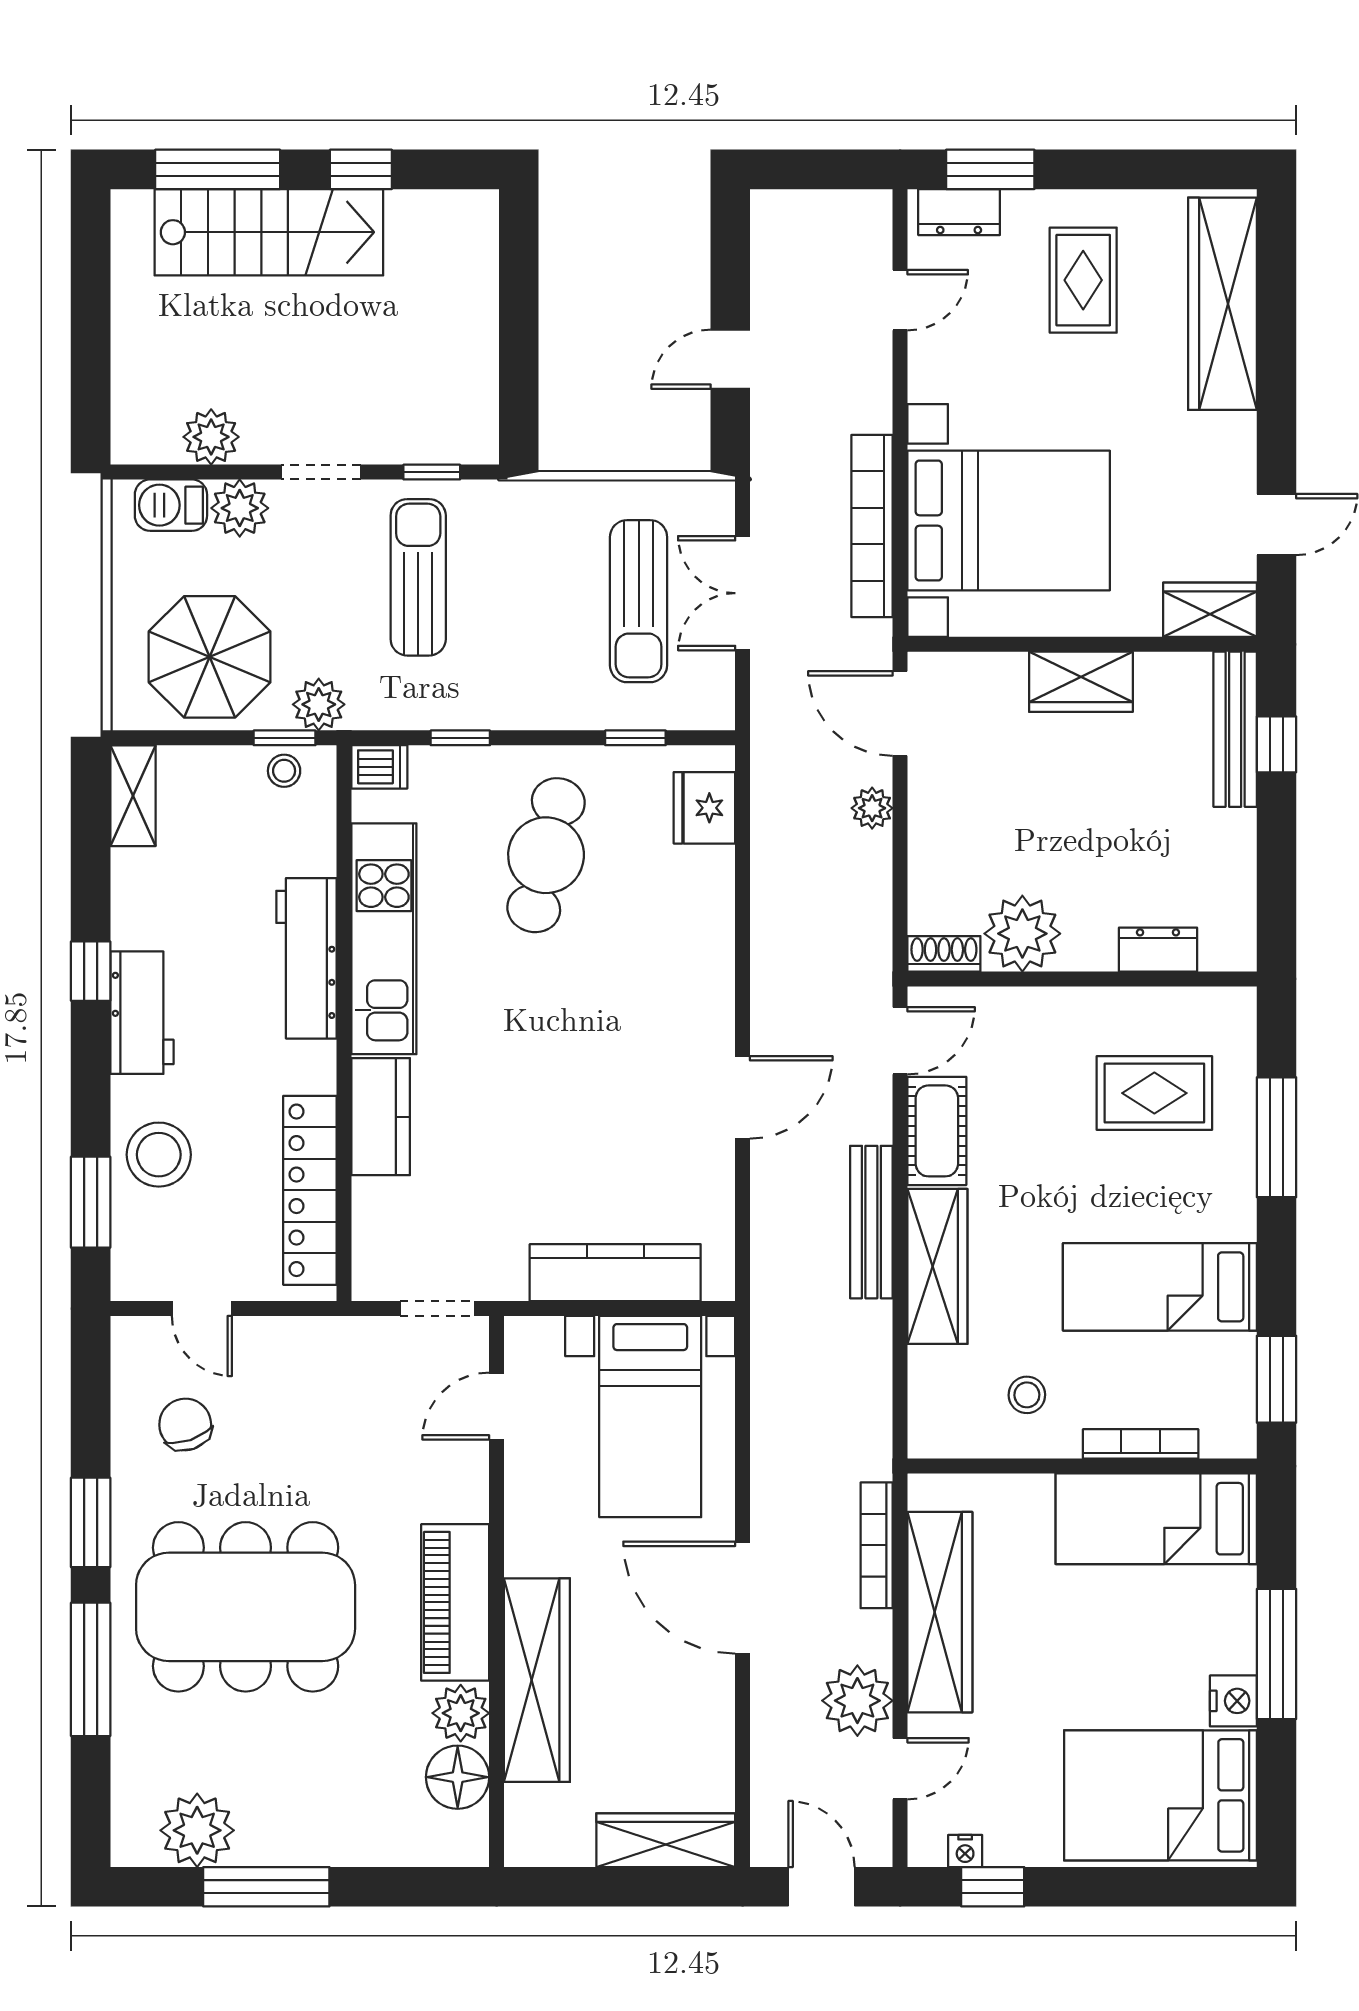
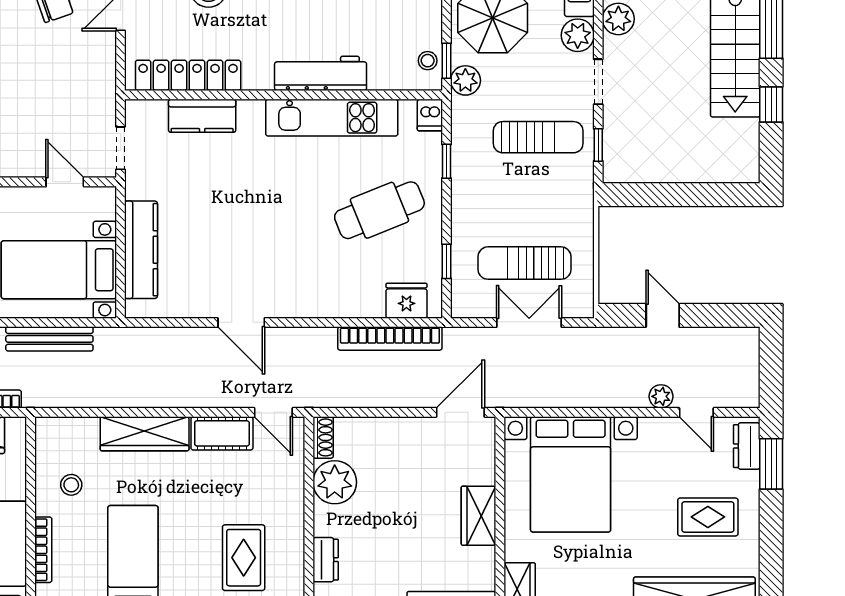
bookcase: (872, 526) -> (390, 338), moved, turned 180
plant: (872, 808) -> (661, 396), moved
cafe table: (546, 855) -> (379, 210), turned -35
kitchen counter: (381, 1117) -> (202, 116), moved
bench: (871, 1222) -> (49, 339), moved

